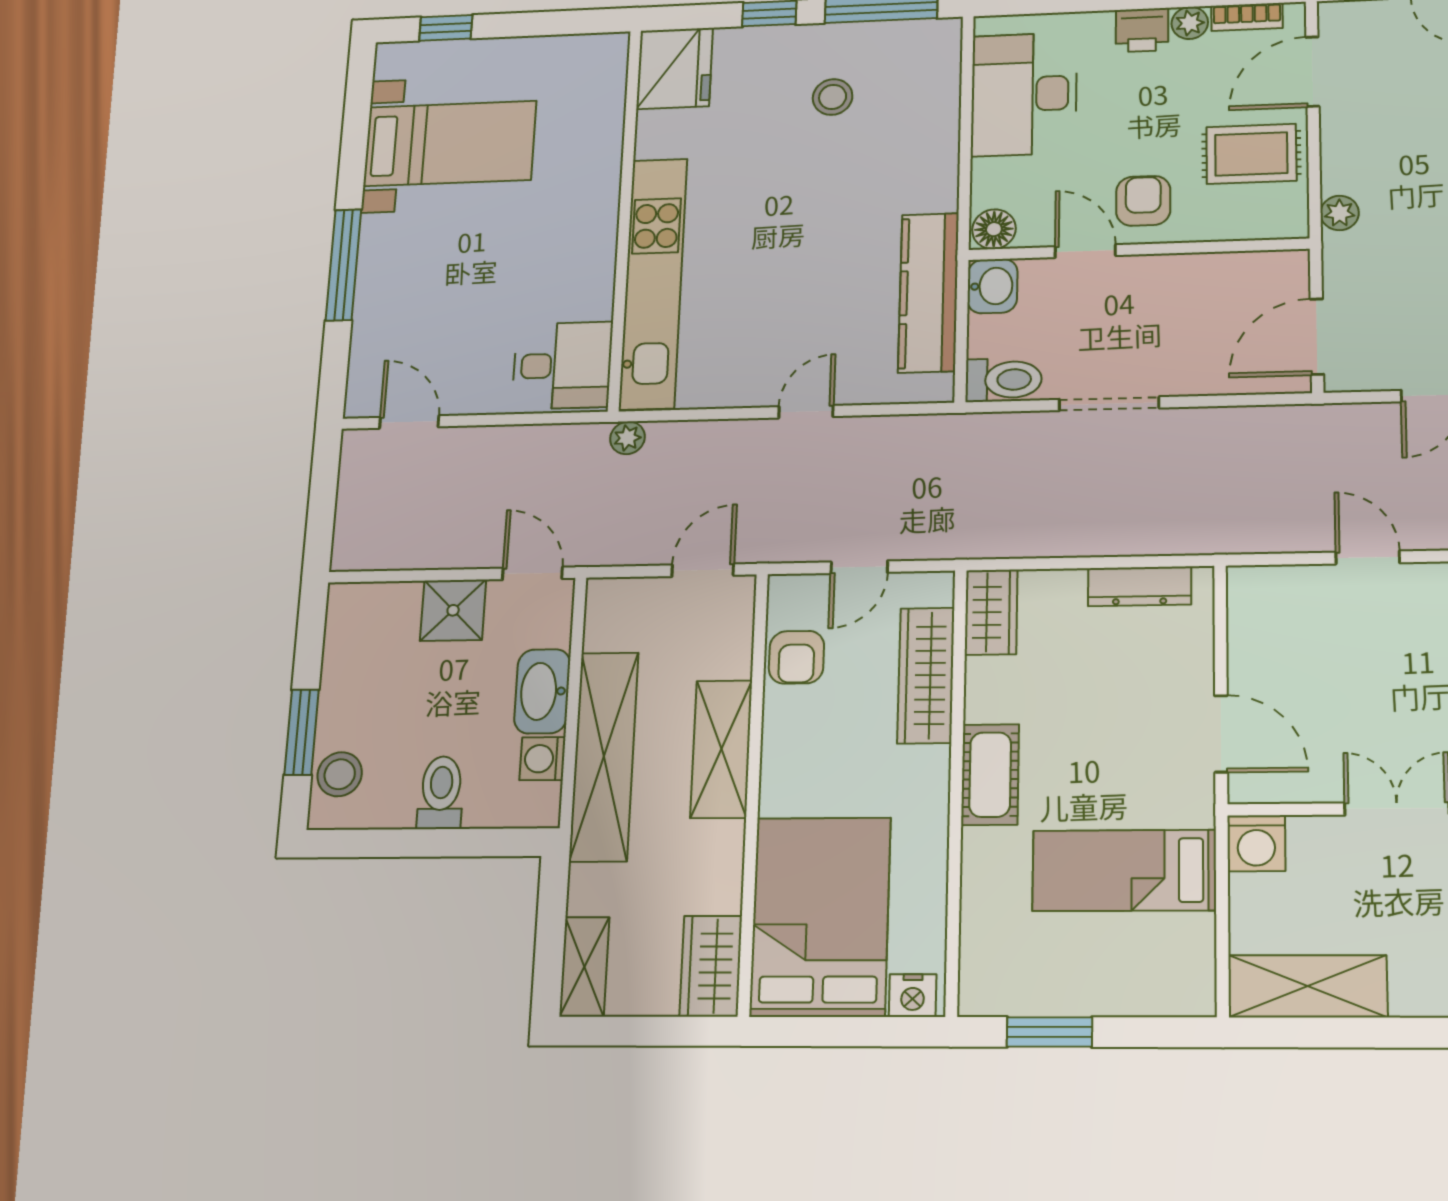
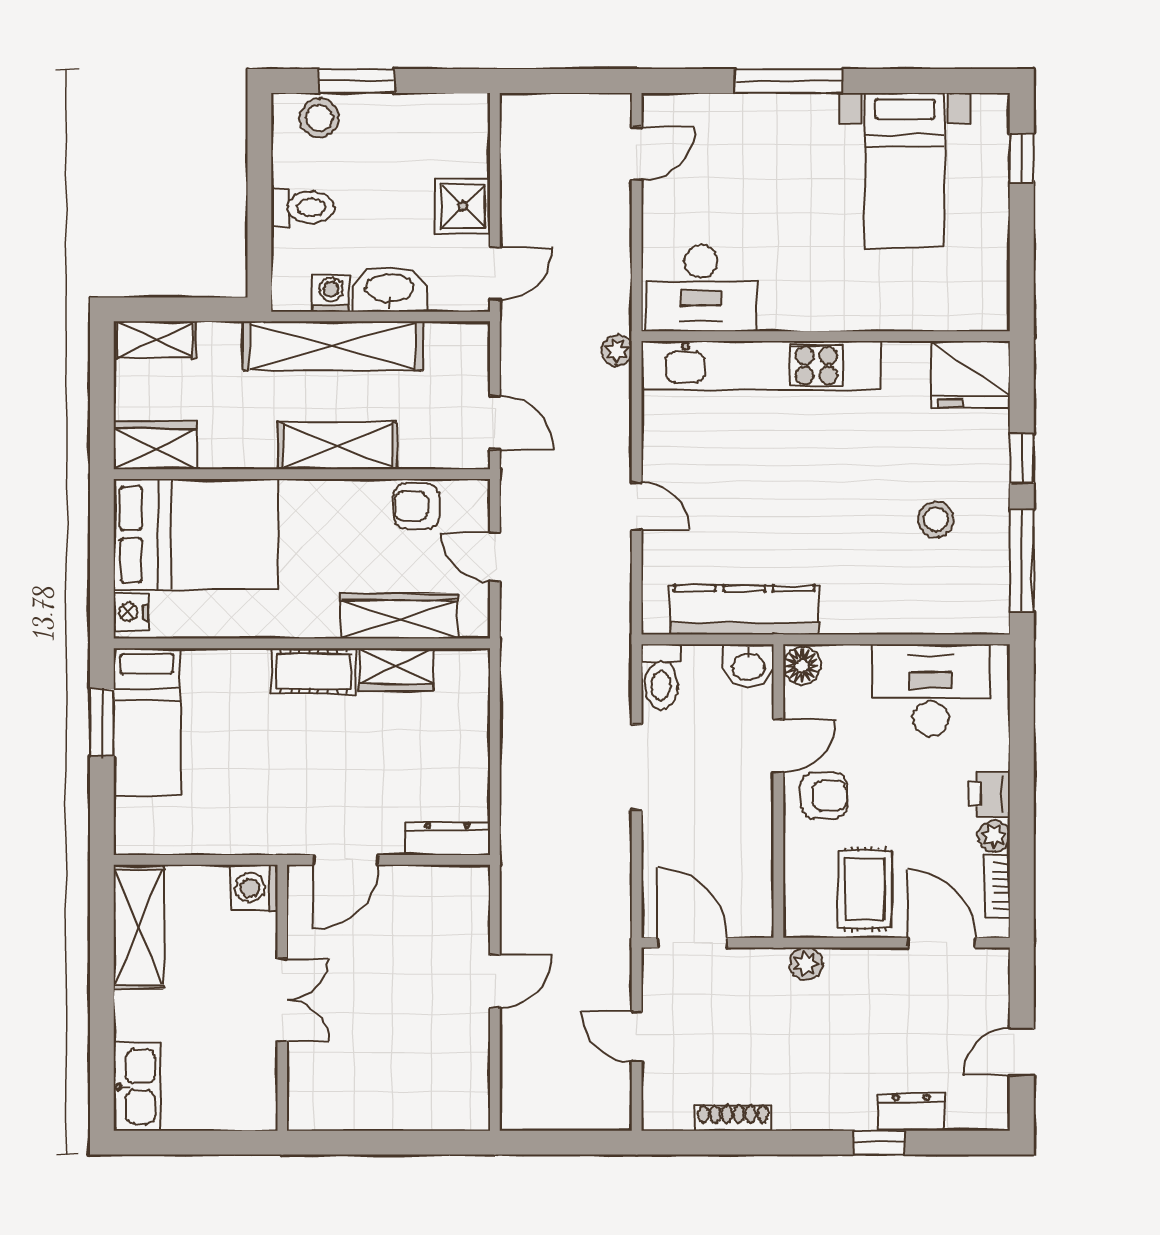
desk: (562, 365) -> (701, 288), width x1.37
dresser: (1140, 586) -> (447, 838), moved, turned 90
wardrobe: (991, 612) -> (396, 670), moved
bed: (1124, 870) -> (147, 722), moved, turned 180

